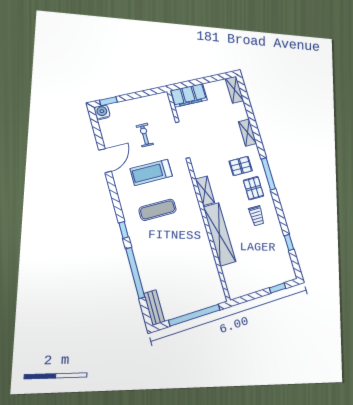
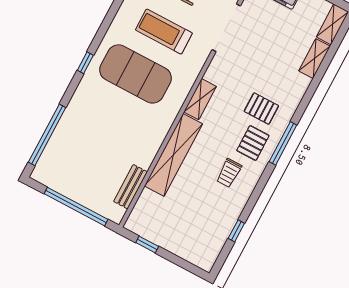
shelving: (247, 133) -> (314, 59), moved
exercise mat: (158, 210) -> (136, 74), width x2.00, depth x1.45
window: (135, 273) -> (47, 135), moved
window: (278, 288) -> (147, 244), moved
bench: (154, 308) -> (131, 187), moved

